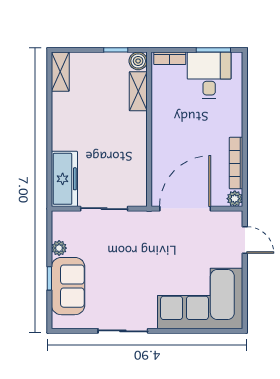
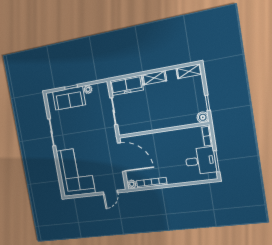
shelving: (138, 91) -> (154, 78), moved

